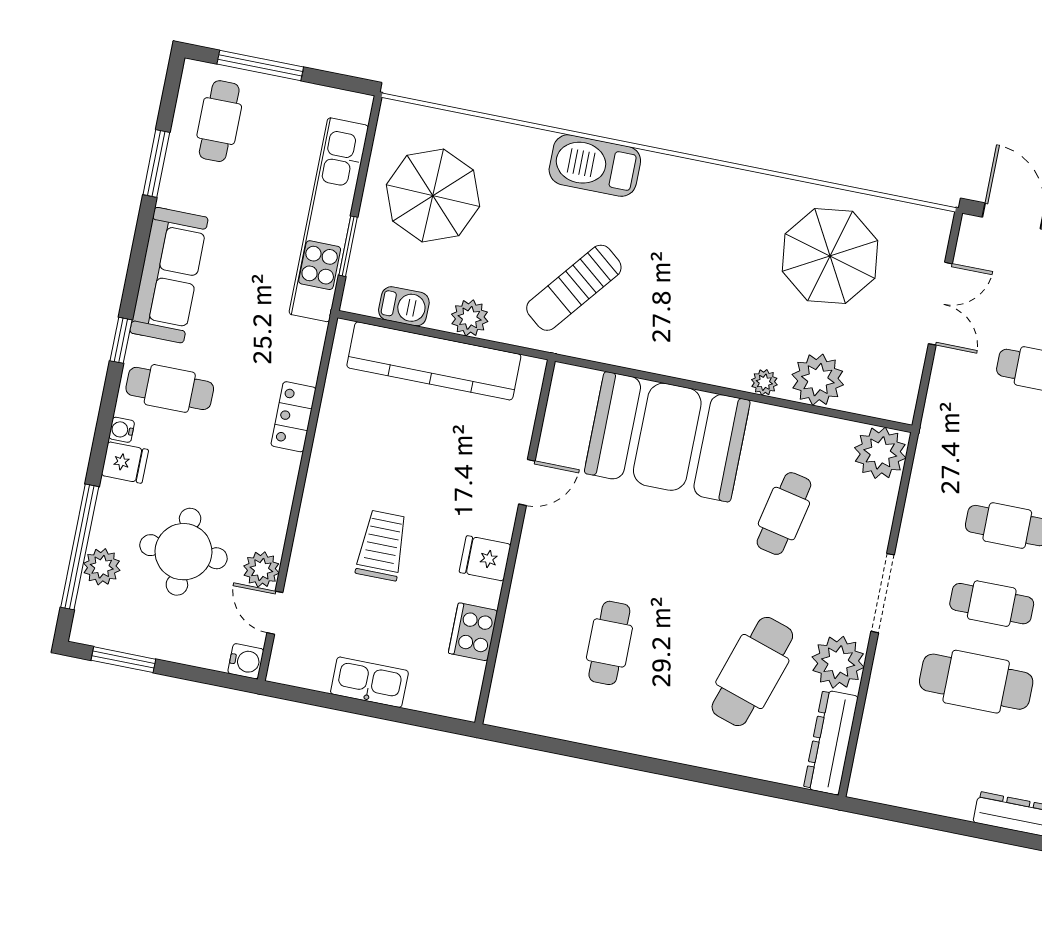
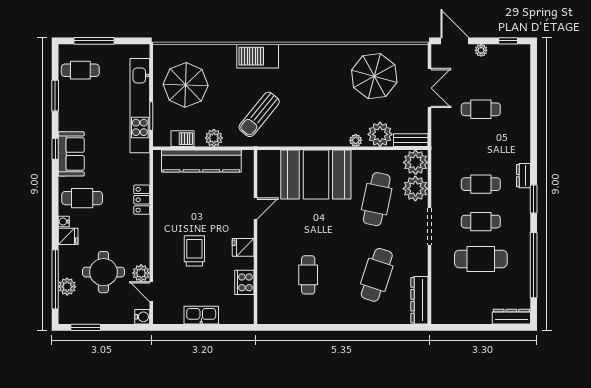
cafe table: (219, 121) -> (80, 70), turned 90
sofa: (169, 275) -> (71, 154), width x0.73
window: (121, 340) -> (55, 149), moved
bench: (880, 405) -> (411, 140), added
cafe table: (784, 514) -> (377, 199), width x1.37, depth x1.35
plant: (838, 662) -> (415, 189), moved

